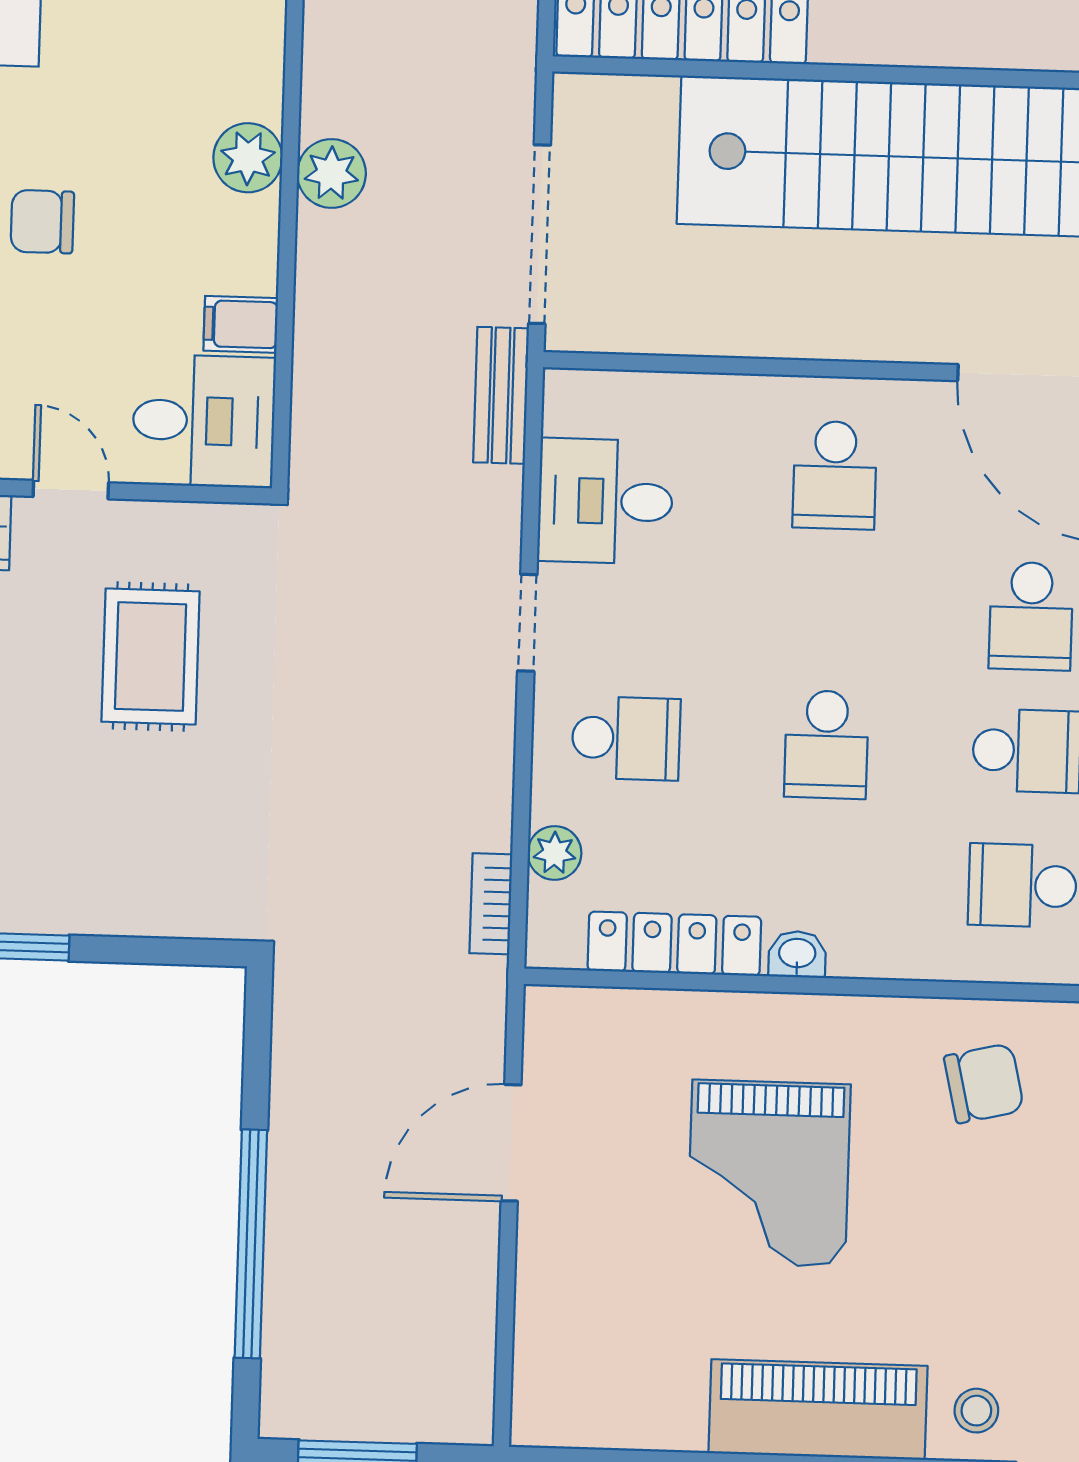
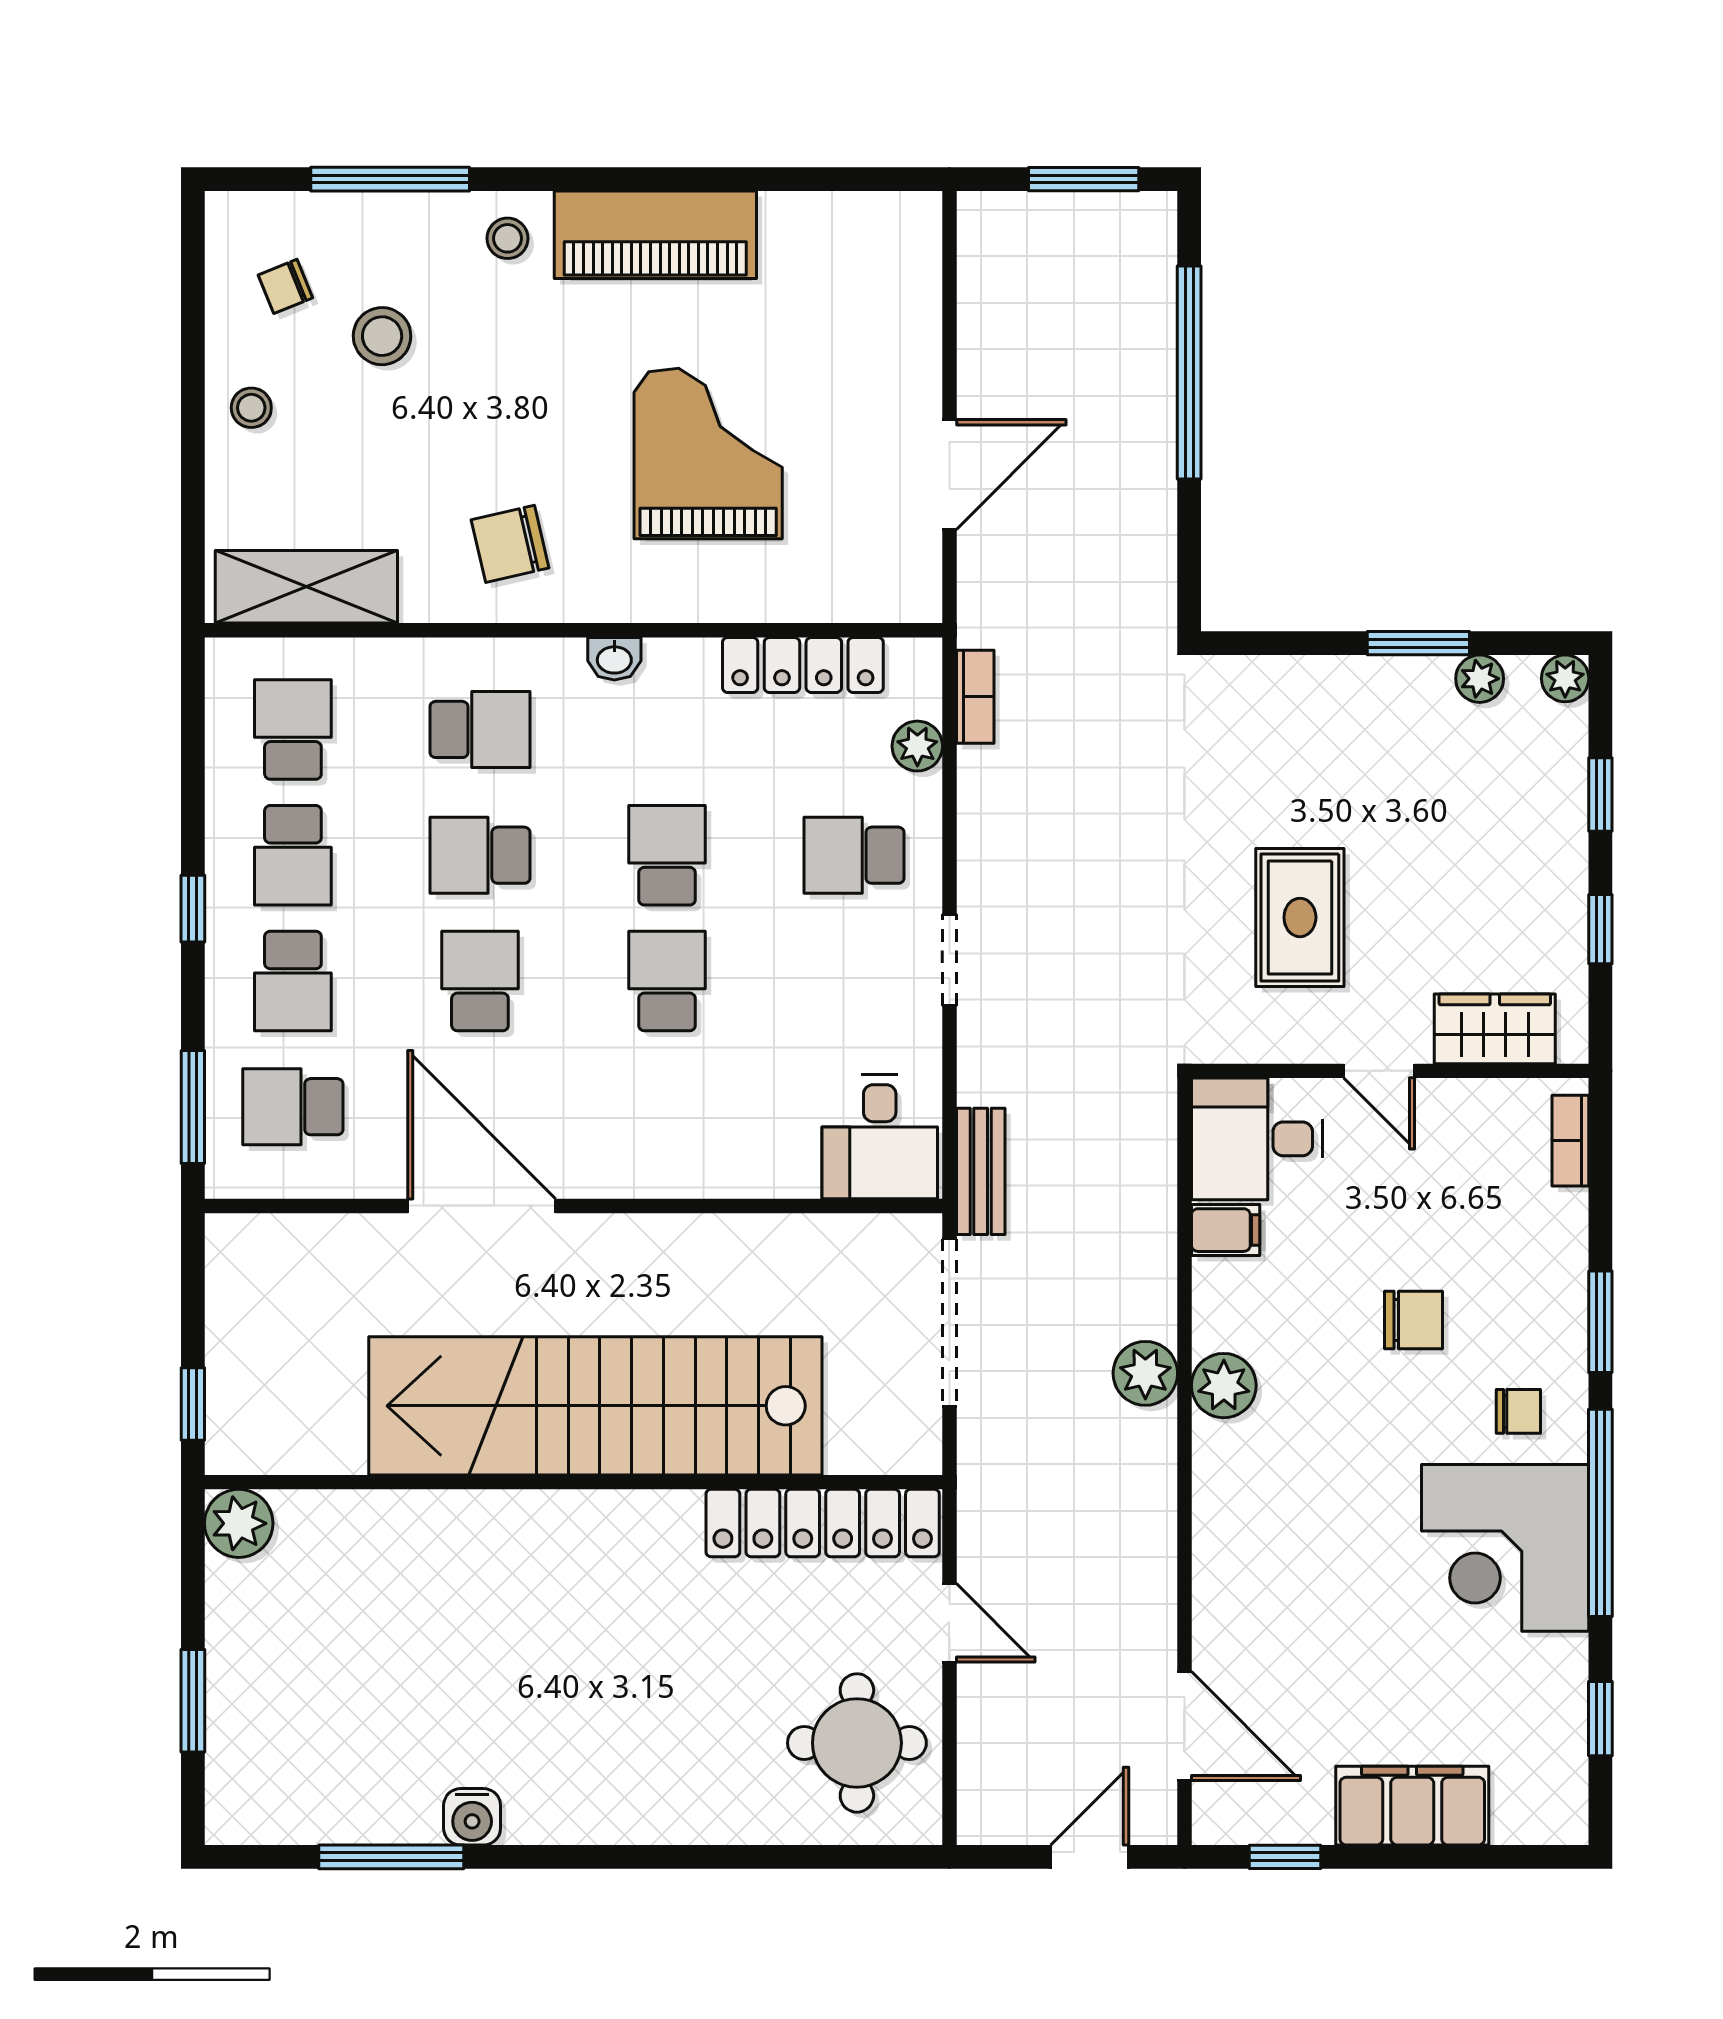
school desk: (835, 475) -> (667, 981), moved
desk: (605, 501) -> (880, 1137), moved, turned 90
washbasin: (797, 954) -> (614, 659), moved

